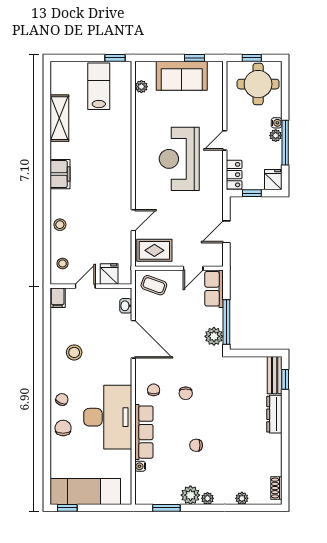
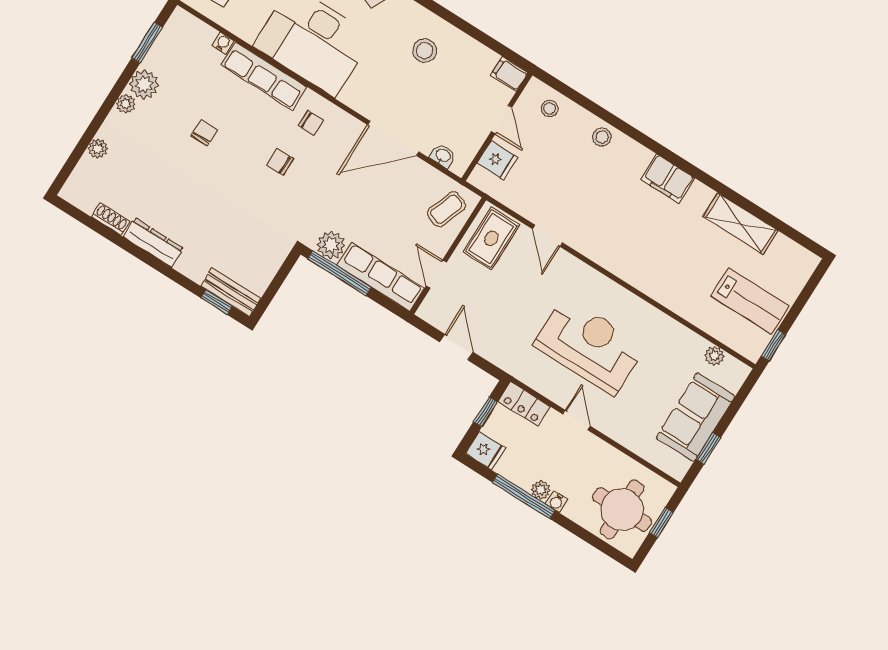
row of seats: (214, 289) -> (381, 277), width x1.48
dresser: (274, 414) -> (153, 243), moved
shoe rack: (276, 488) -> (110, 219), moved

